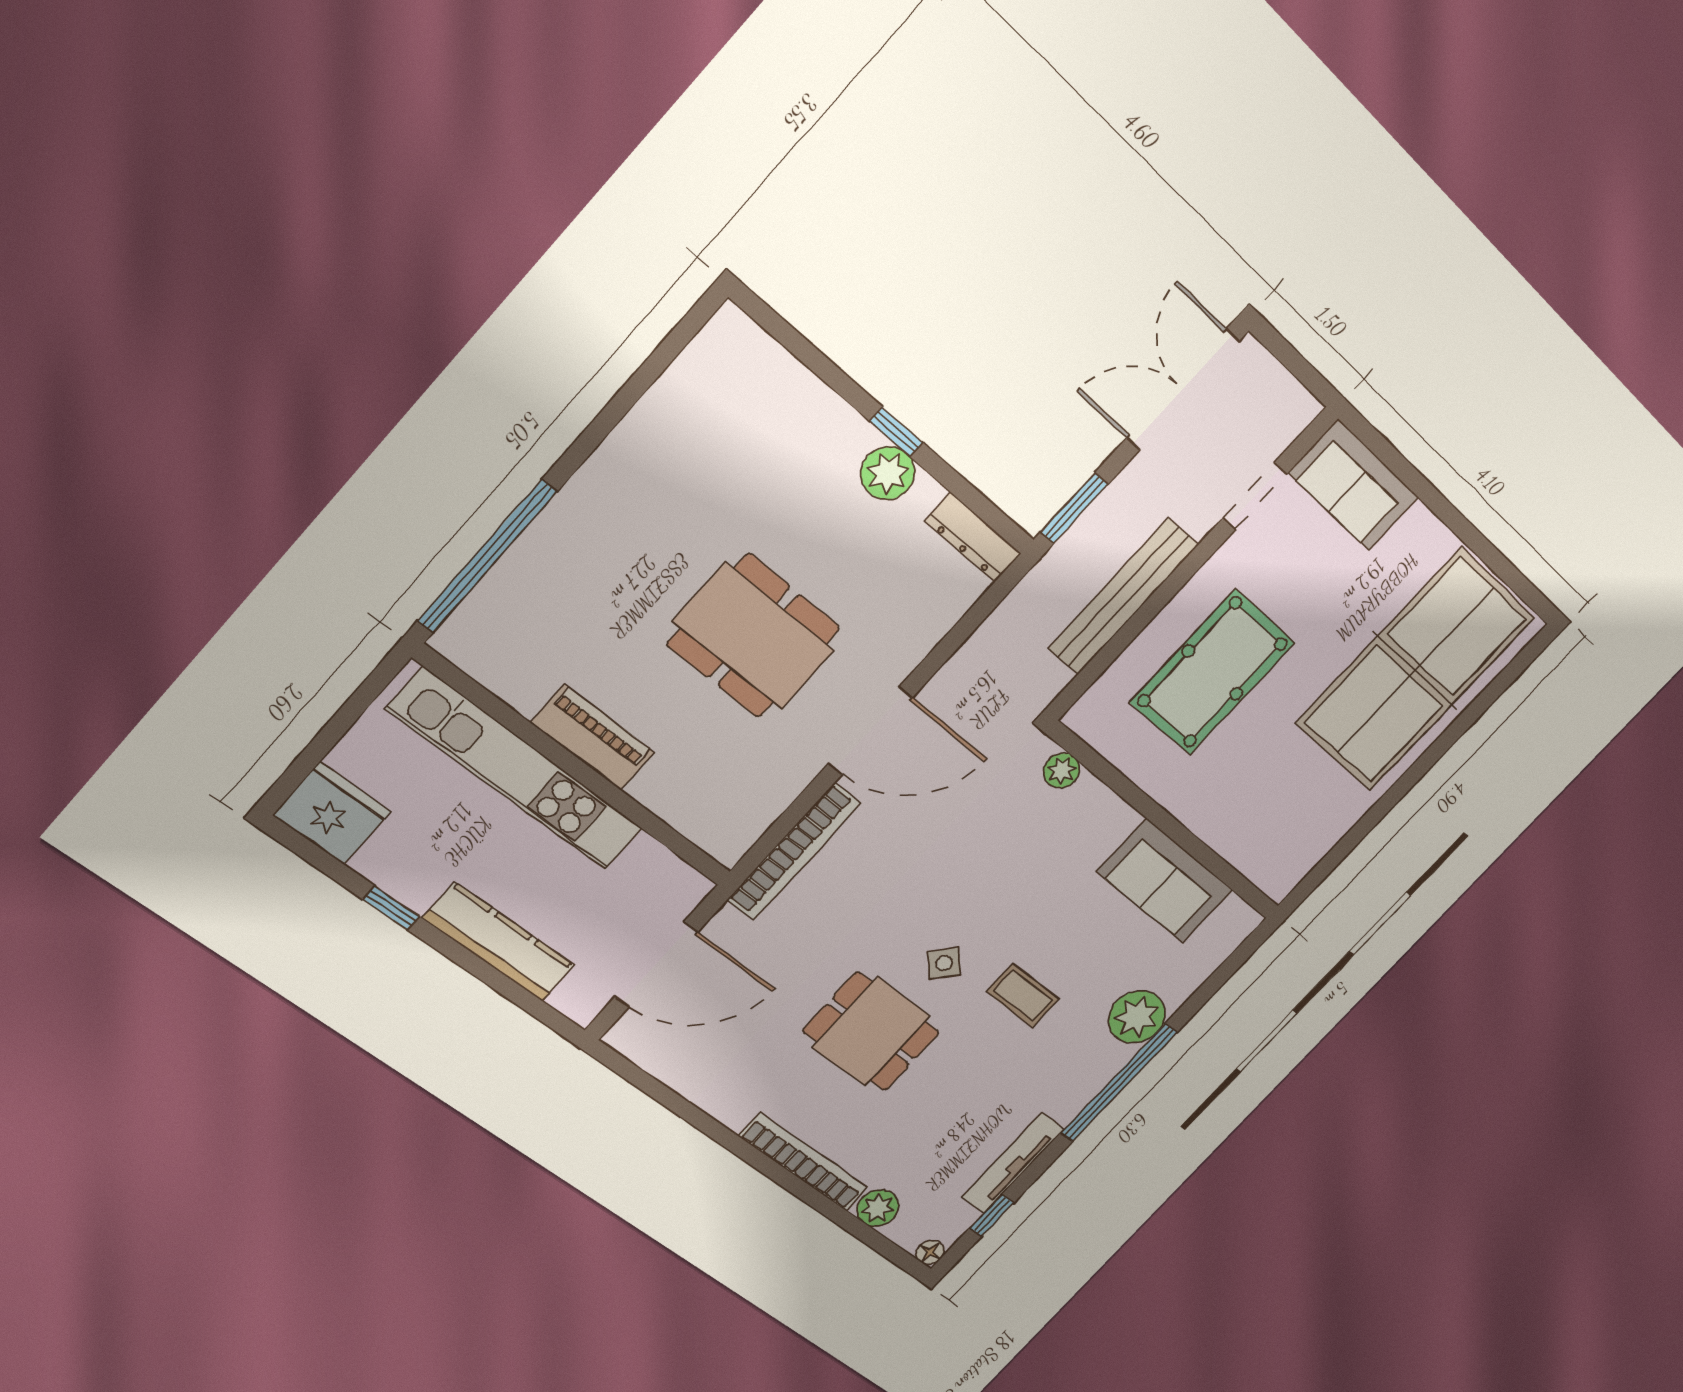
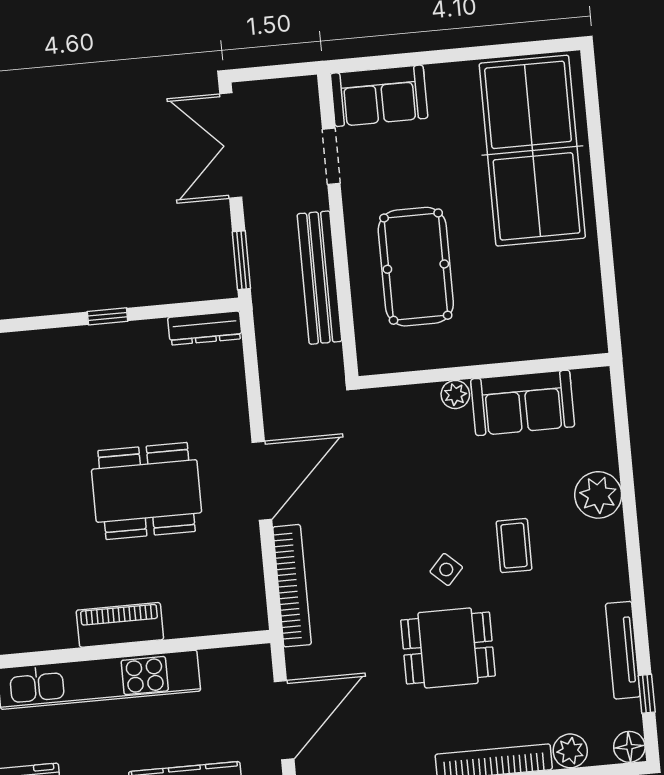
plant: (888, 473) -> (126, 341), removed
plant: (1062, 771) -> (455, 395), moved
coffee table: (1023, 995) -> (514, 546), turned 90
window: (1119, 1083) -> (633, 543), removed
floor lamp: (930, 1252) -> (629, 747), width x1.37, depth x1.37

